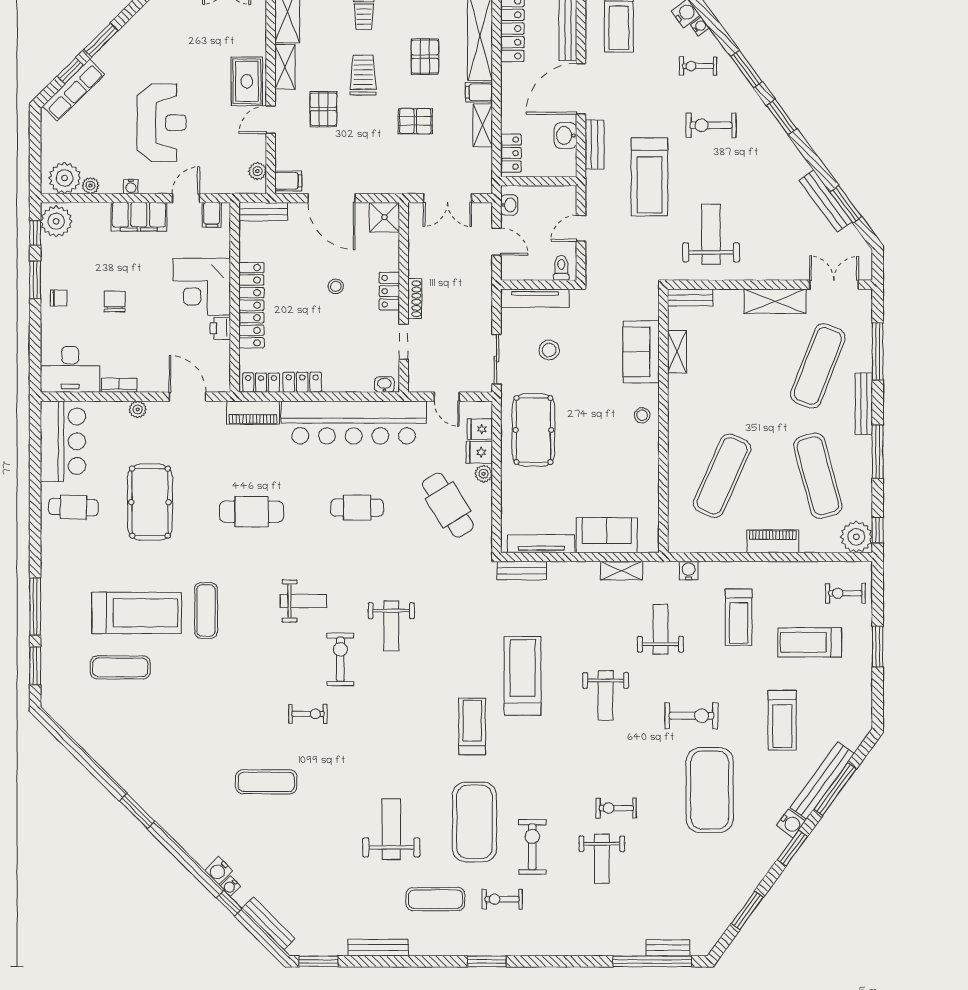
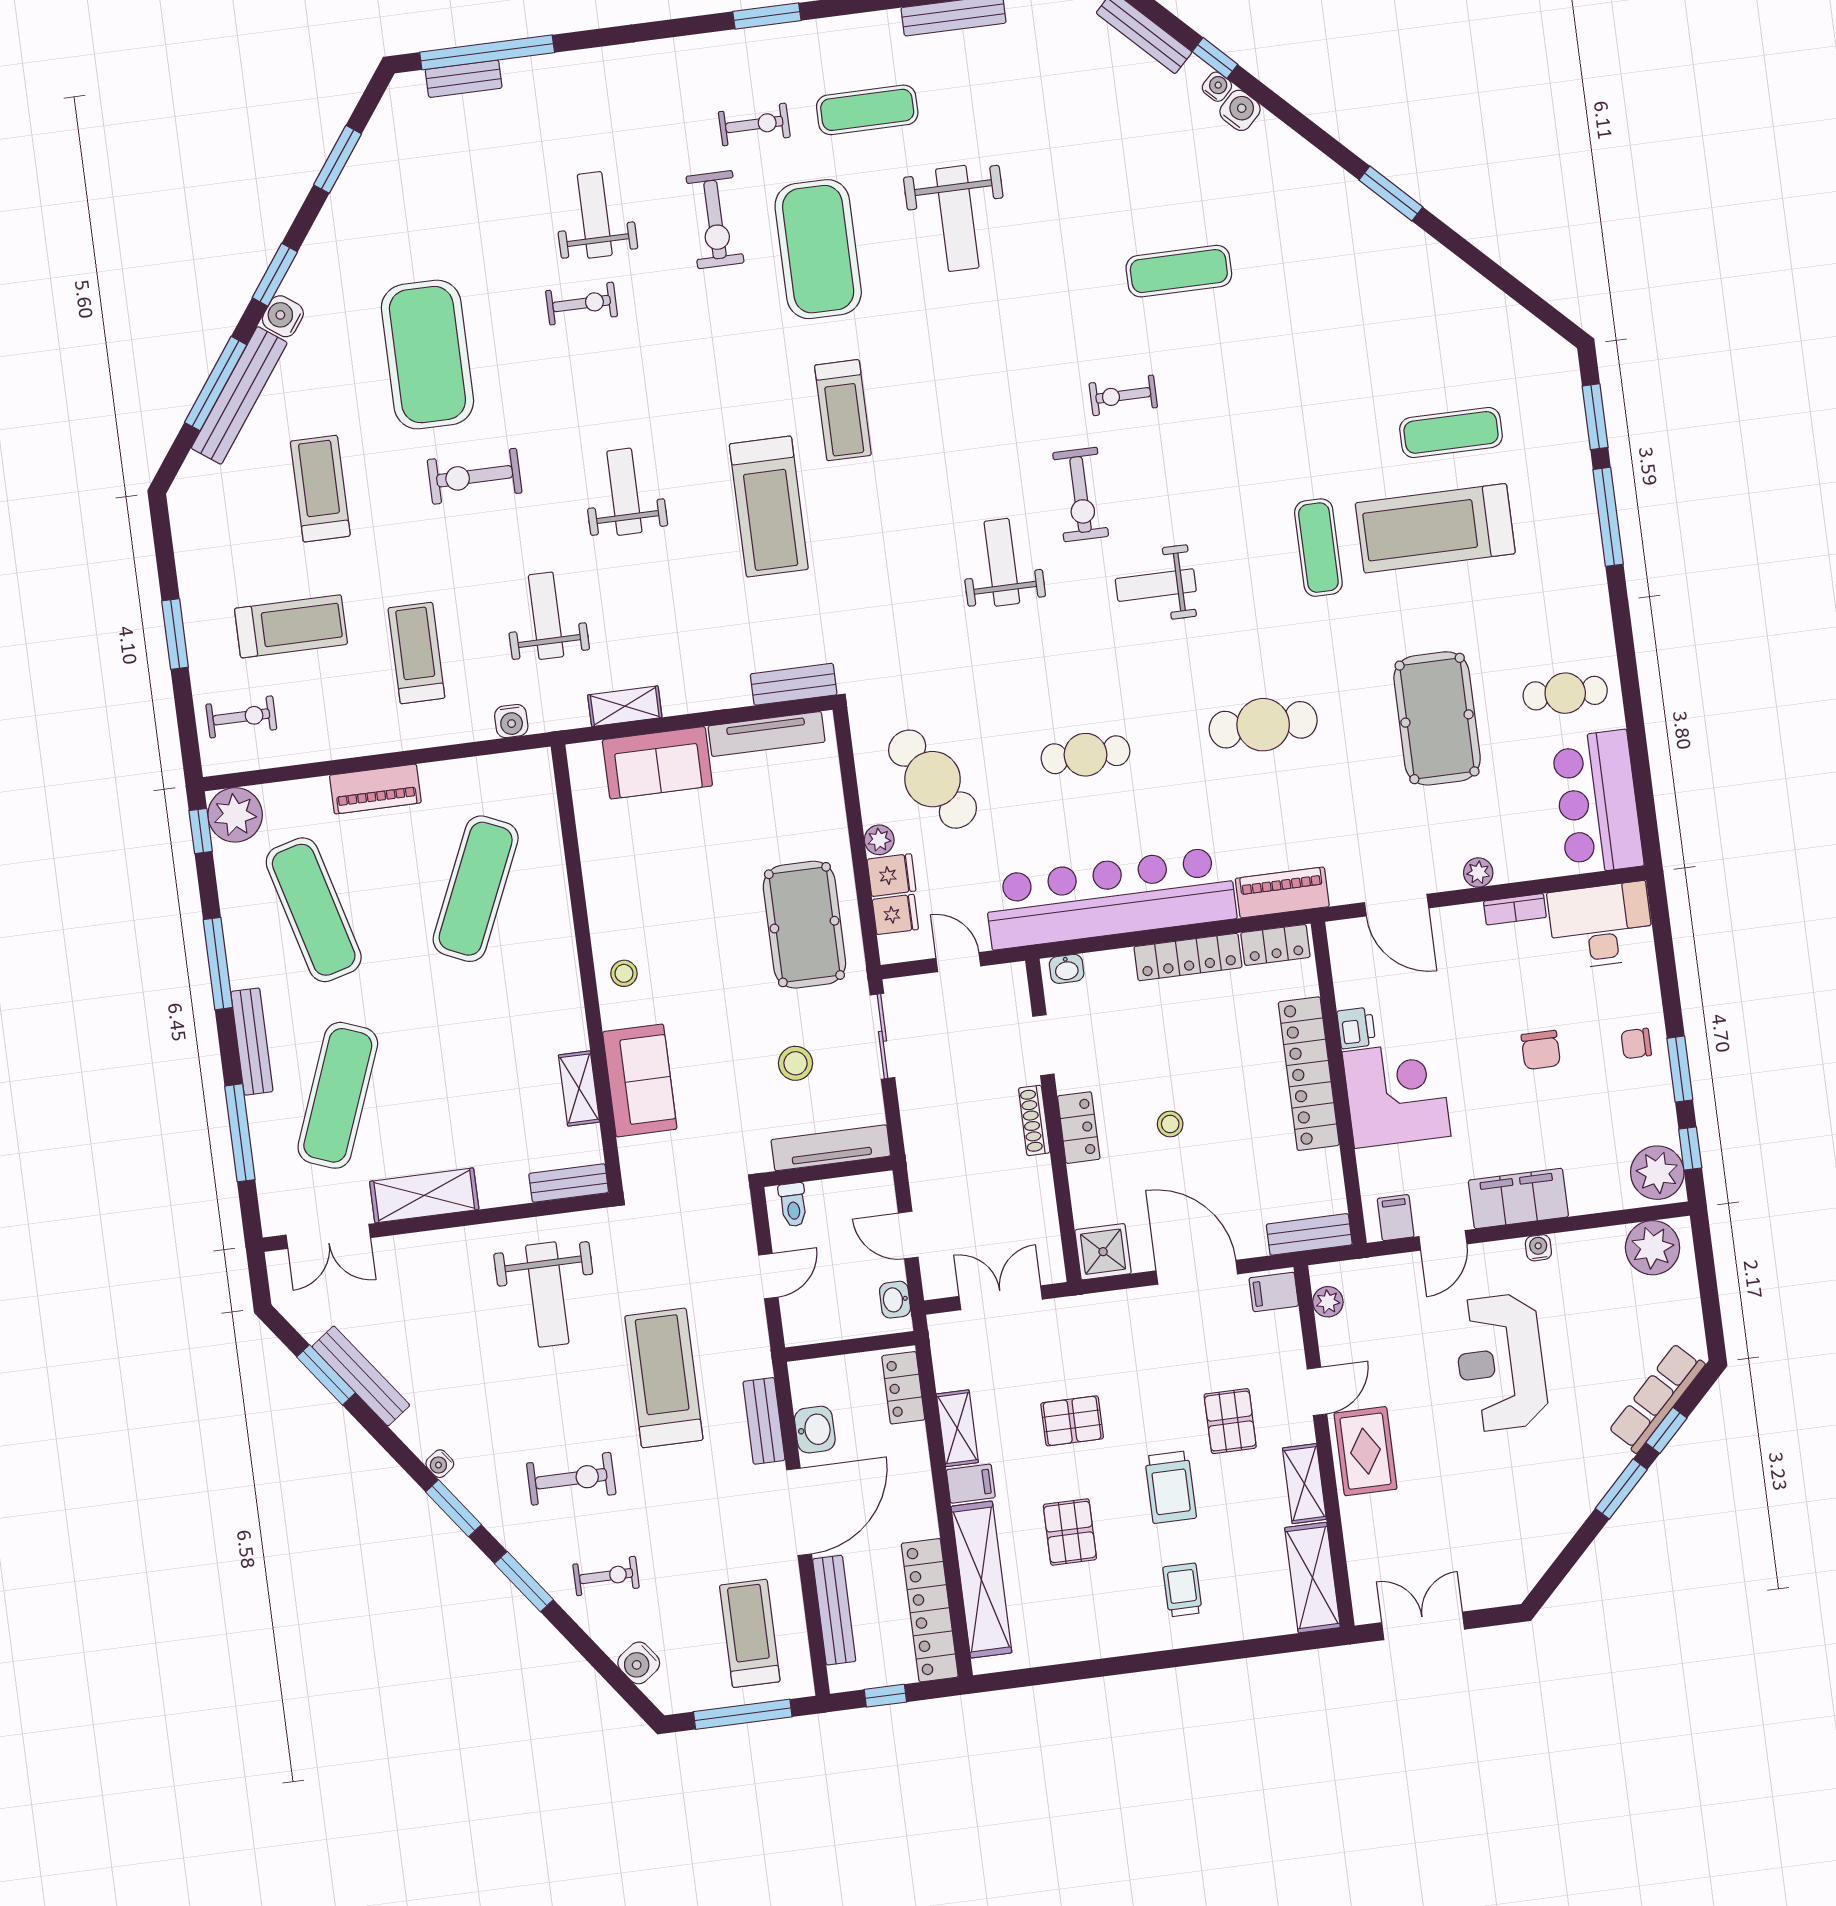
water cooler: (700, 26) -> (440, 1464), moved
plant: (90, 186) -> (1607, 1241), removed
locker: (302, 382) -> (1188, 957), width x1.53
weight bench: (660, 629) -> (546, 616), turned 180

